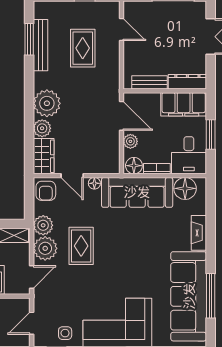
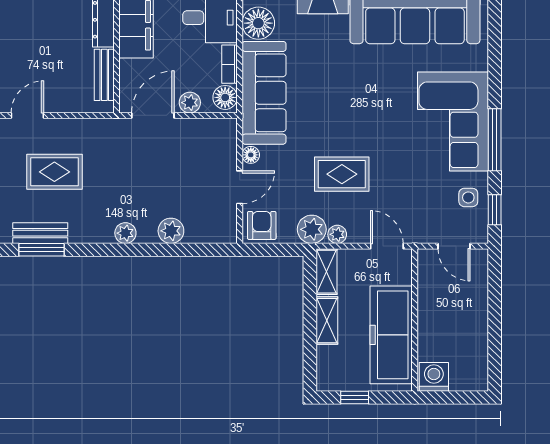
bench: (40, 45) -> (40, 233), width x0.73
plant: (47, 103) -> (125, 233), width x0.53, depth x0.53
wardrobe: (44, 156) -> (211, 229), removed
armchair: (46, 191) -> (262, 225), turned -90
plant: (45, 248) -> (337, 234), width x0.53, depth x0.53

